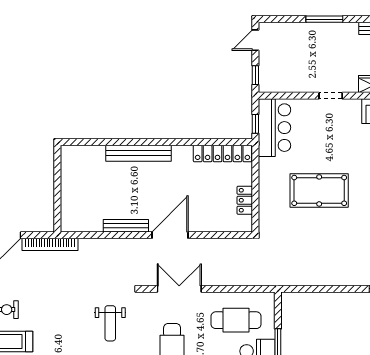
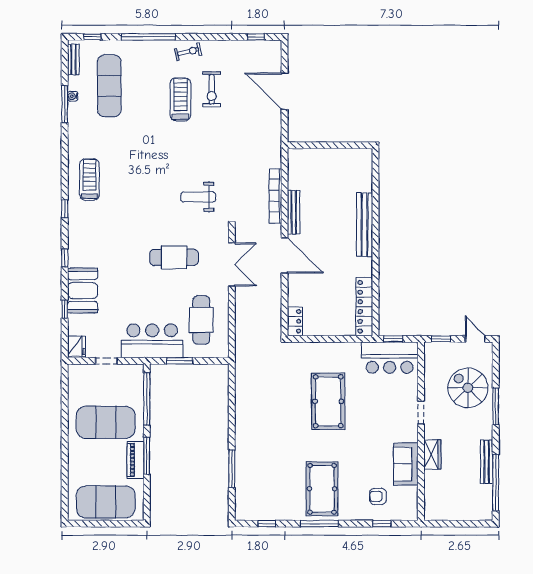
spiral stairs: (305, 48) -> (468, 388), added
locker: (245, 200) -> (295, 321), moved, turned 90
bookcase: (50, 244) -> (275, 196), moved

